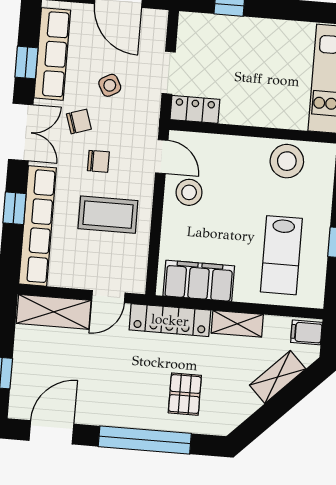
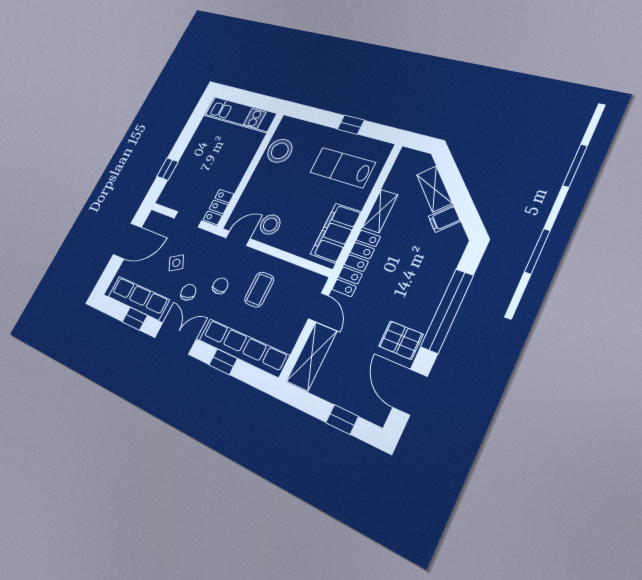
coffee table: (108, 215) -> (259, 290), width x0.73, depth x0.77
lab bench: (281, 255) -> (342, 167), turned 180
filing cabinet: (306, 332) -> (444, 219), moved, turned 45
pallet: (185, 394) -> (401, 340), moved

